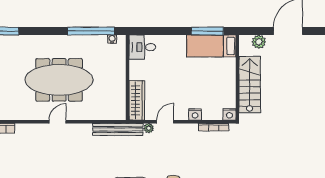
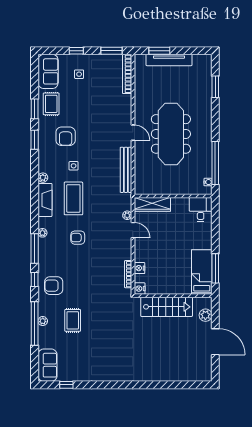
nightstand: (195, 114) -> (140, 268), moved
bench: (118, 129) -> (126, 170), moved

